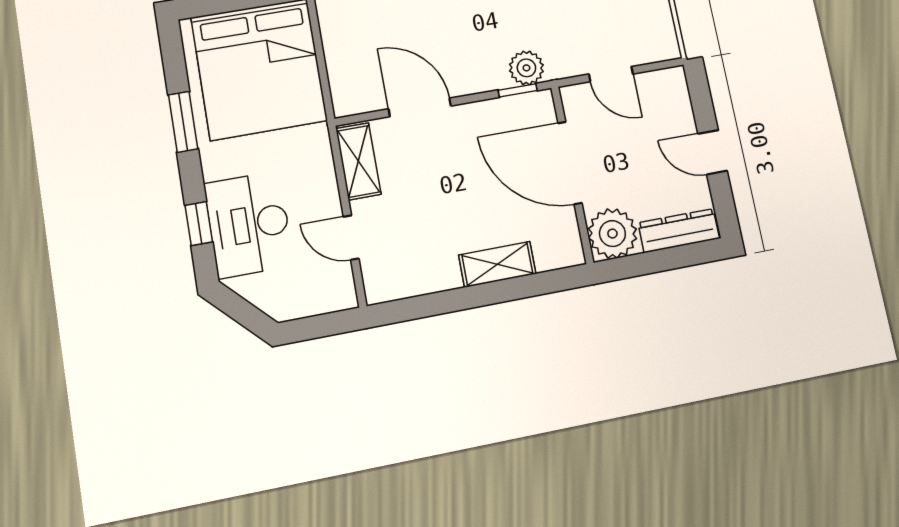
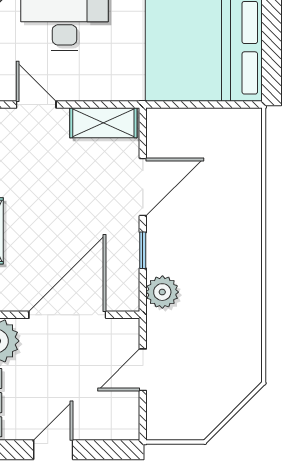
window: (518, 90) -> (143, 250), moved
door: (351, 238) -> (36, 105), hinge flipped

